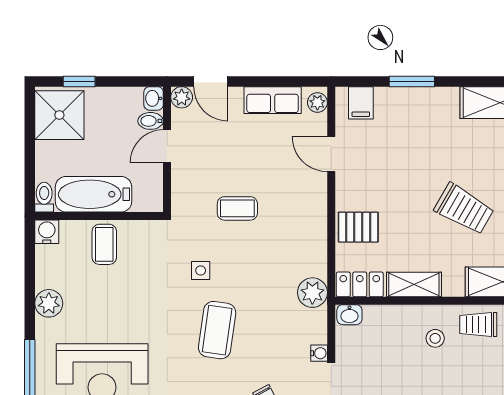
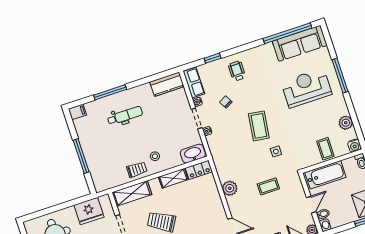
bathtub: (94, 194) -> (325, 175), moved
pallet: (358, 227) -> (209, 197), removed
plant: (312, 293) -> (230, 188), moved
plant: (49, 303) -> (346, 123), moved
washbasin: (349, 315) -> (193, 154), width x1.91, depth x1.45

